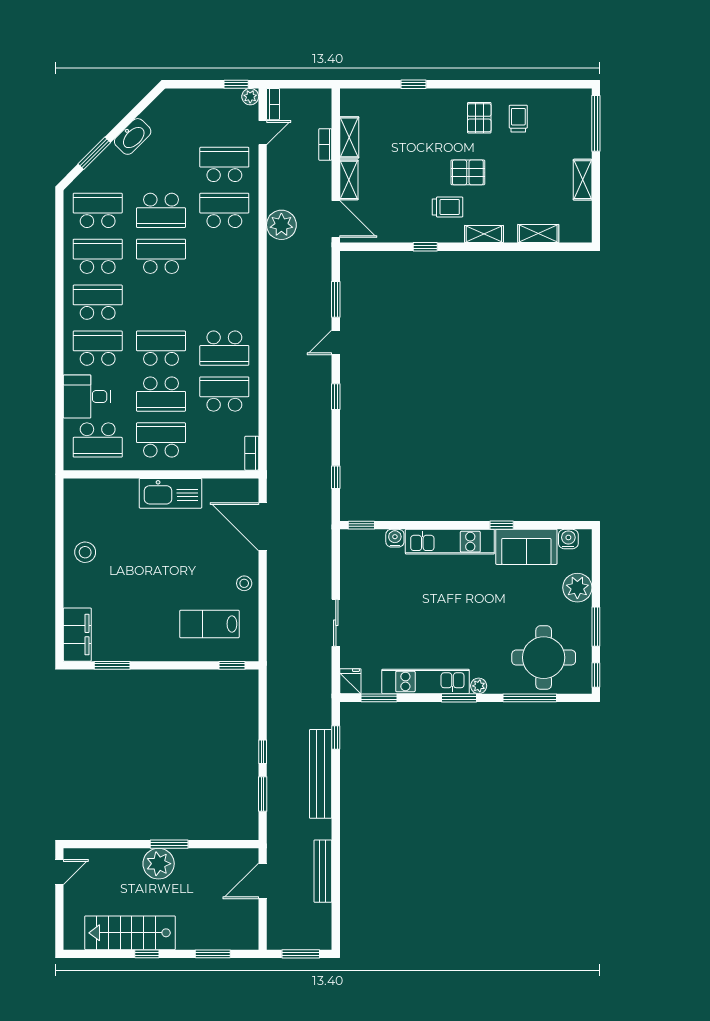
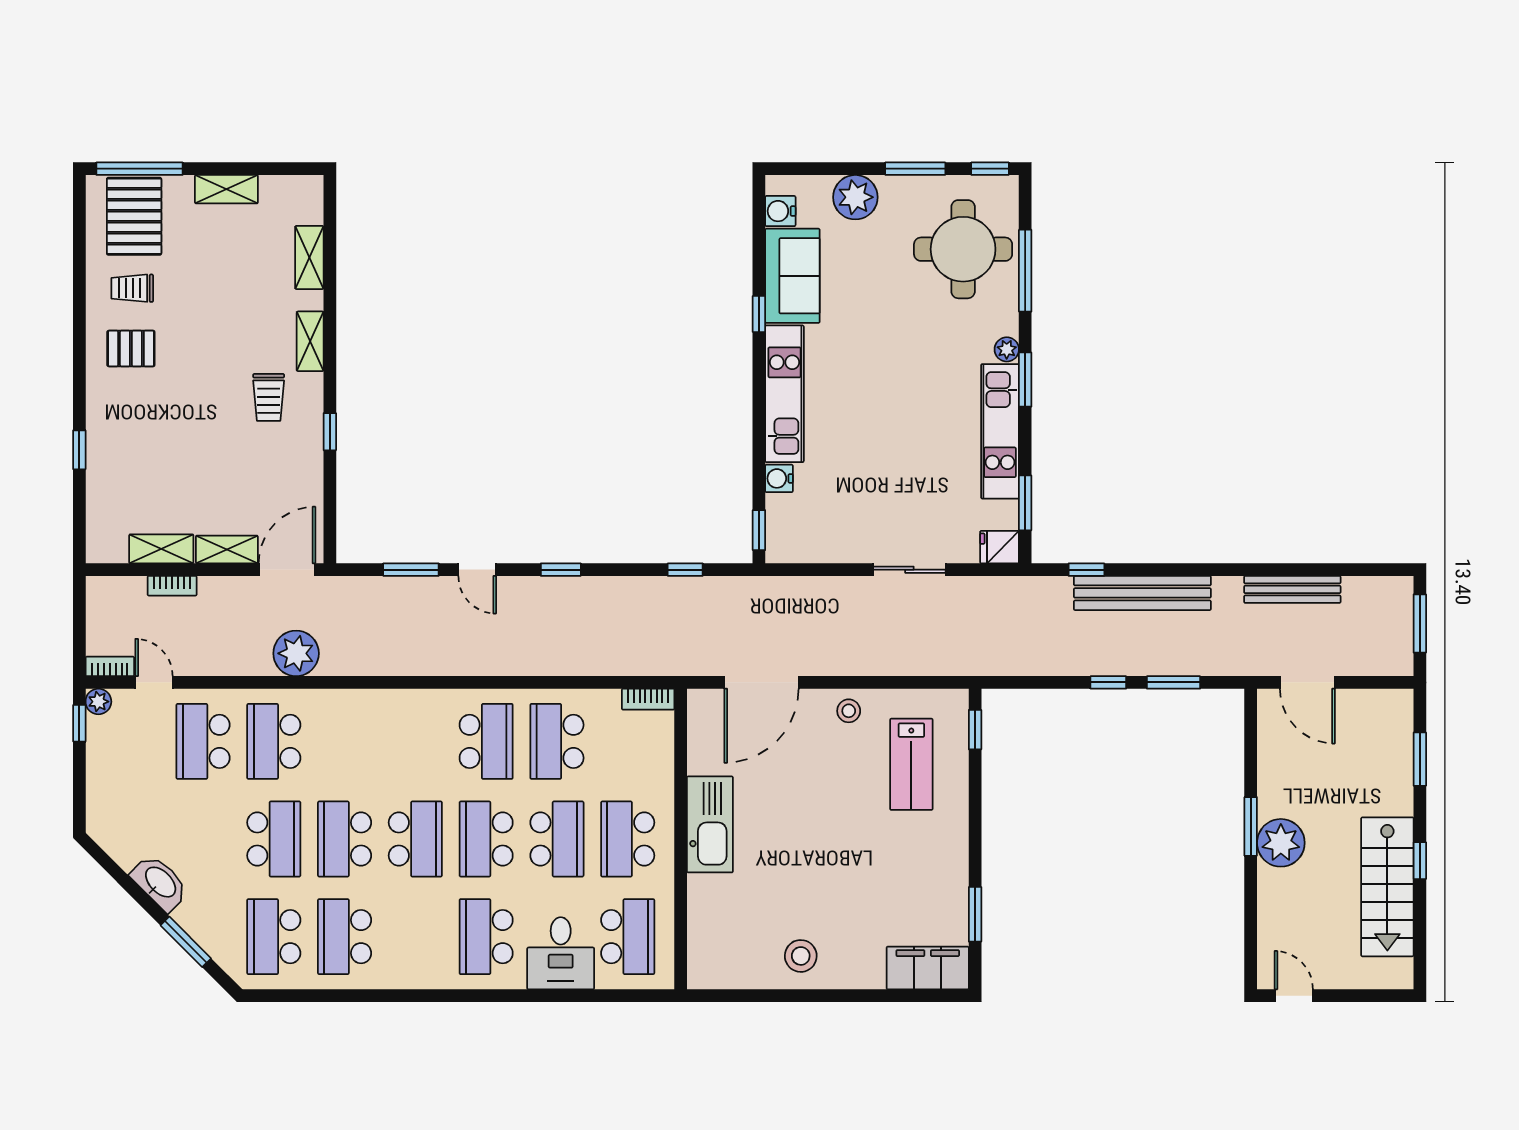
pallet: (468, 172) -> (134, 216), moved, width x1.50, depth x1.42
trolley: (448, 207) -> (269, 397), turned 180
school desk: (98, 302) -> (415, 839), moved, turned 180

